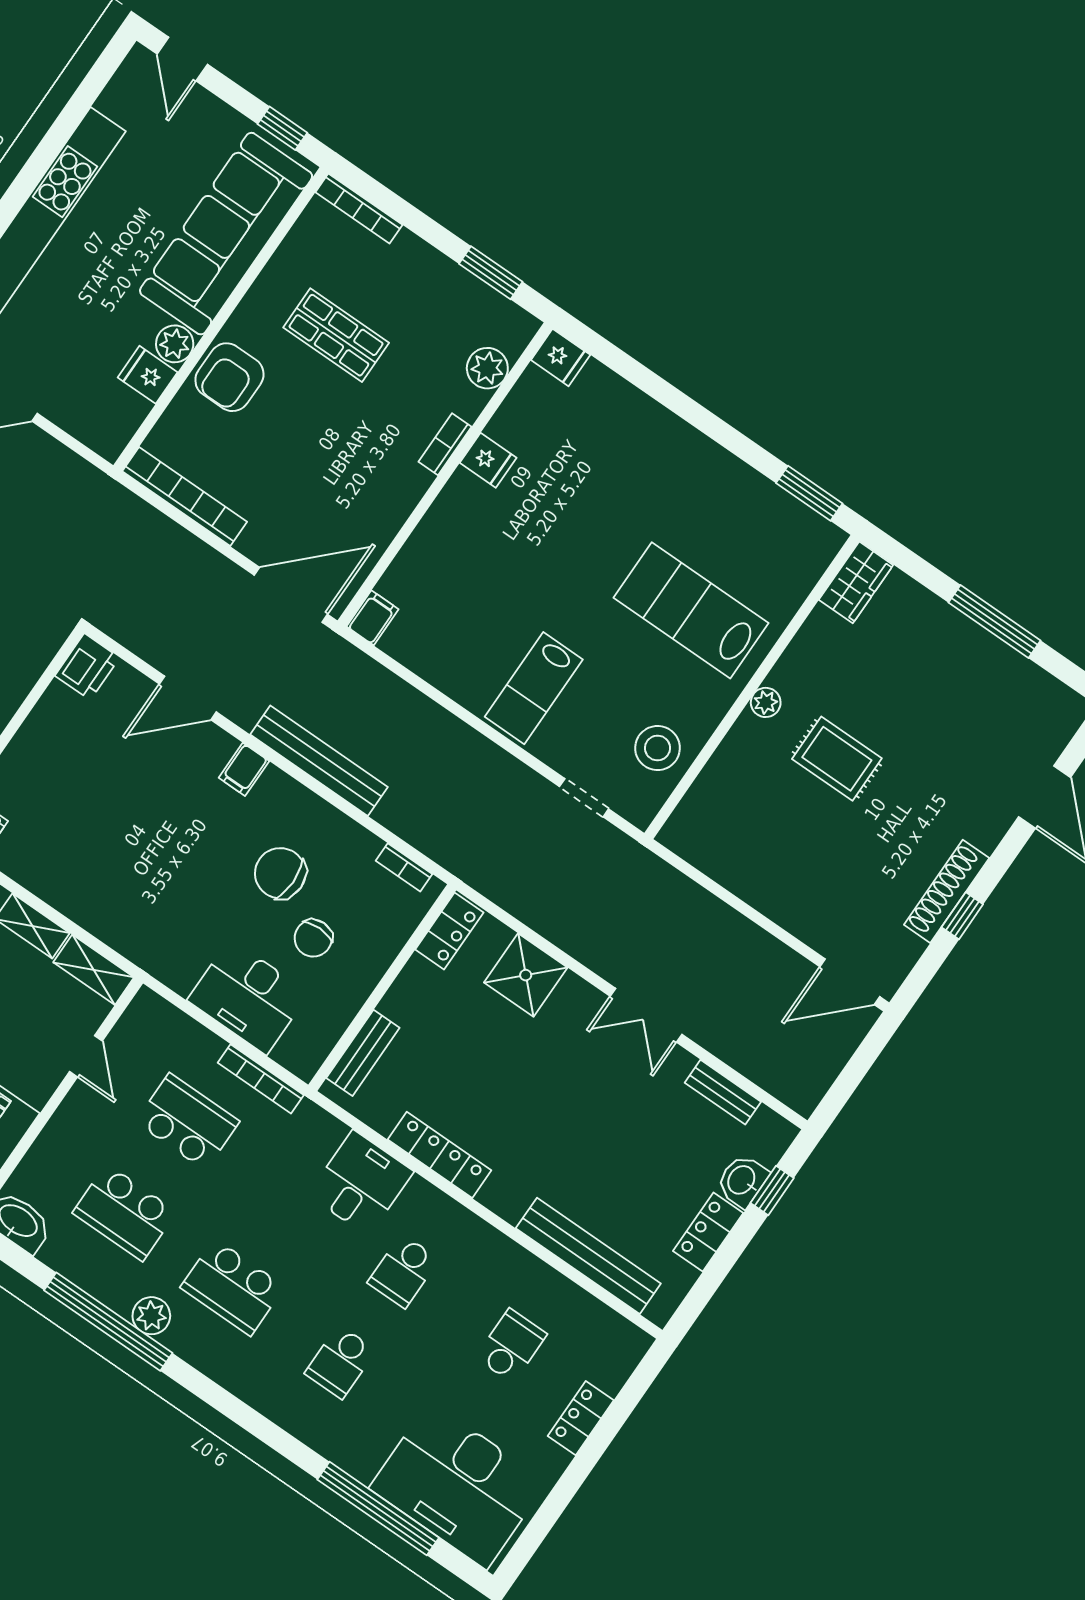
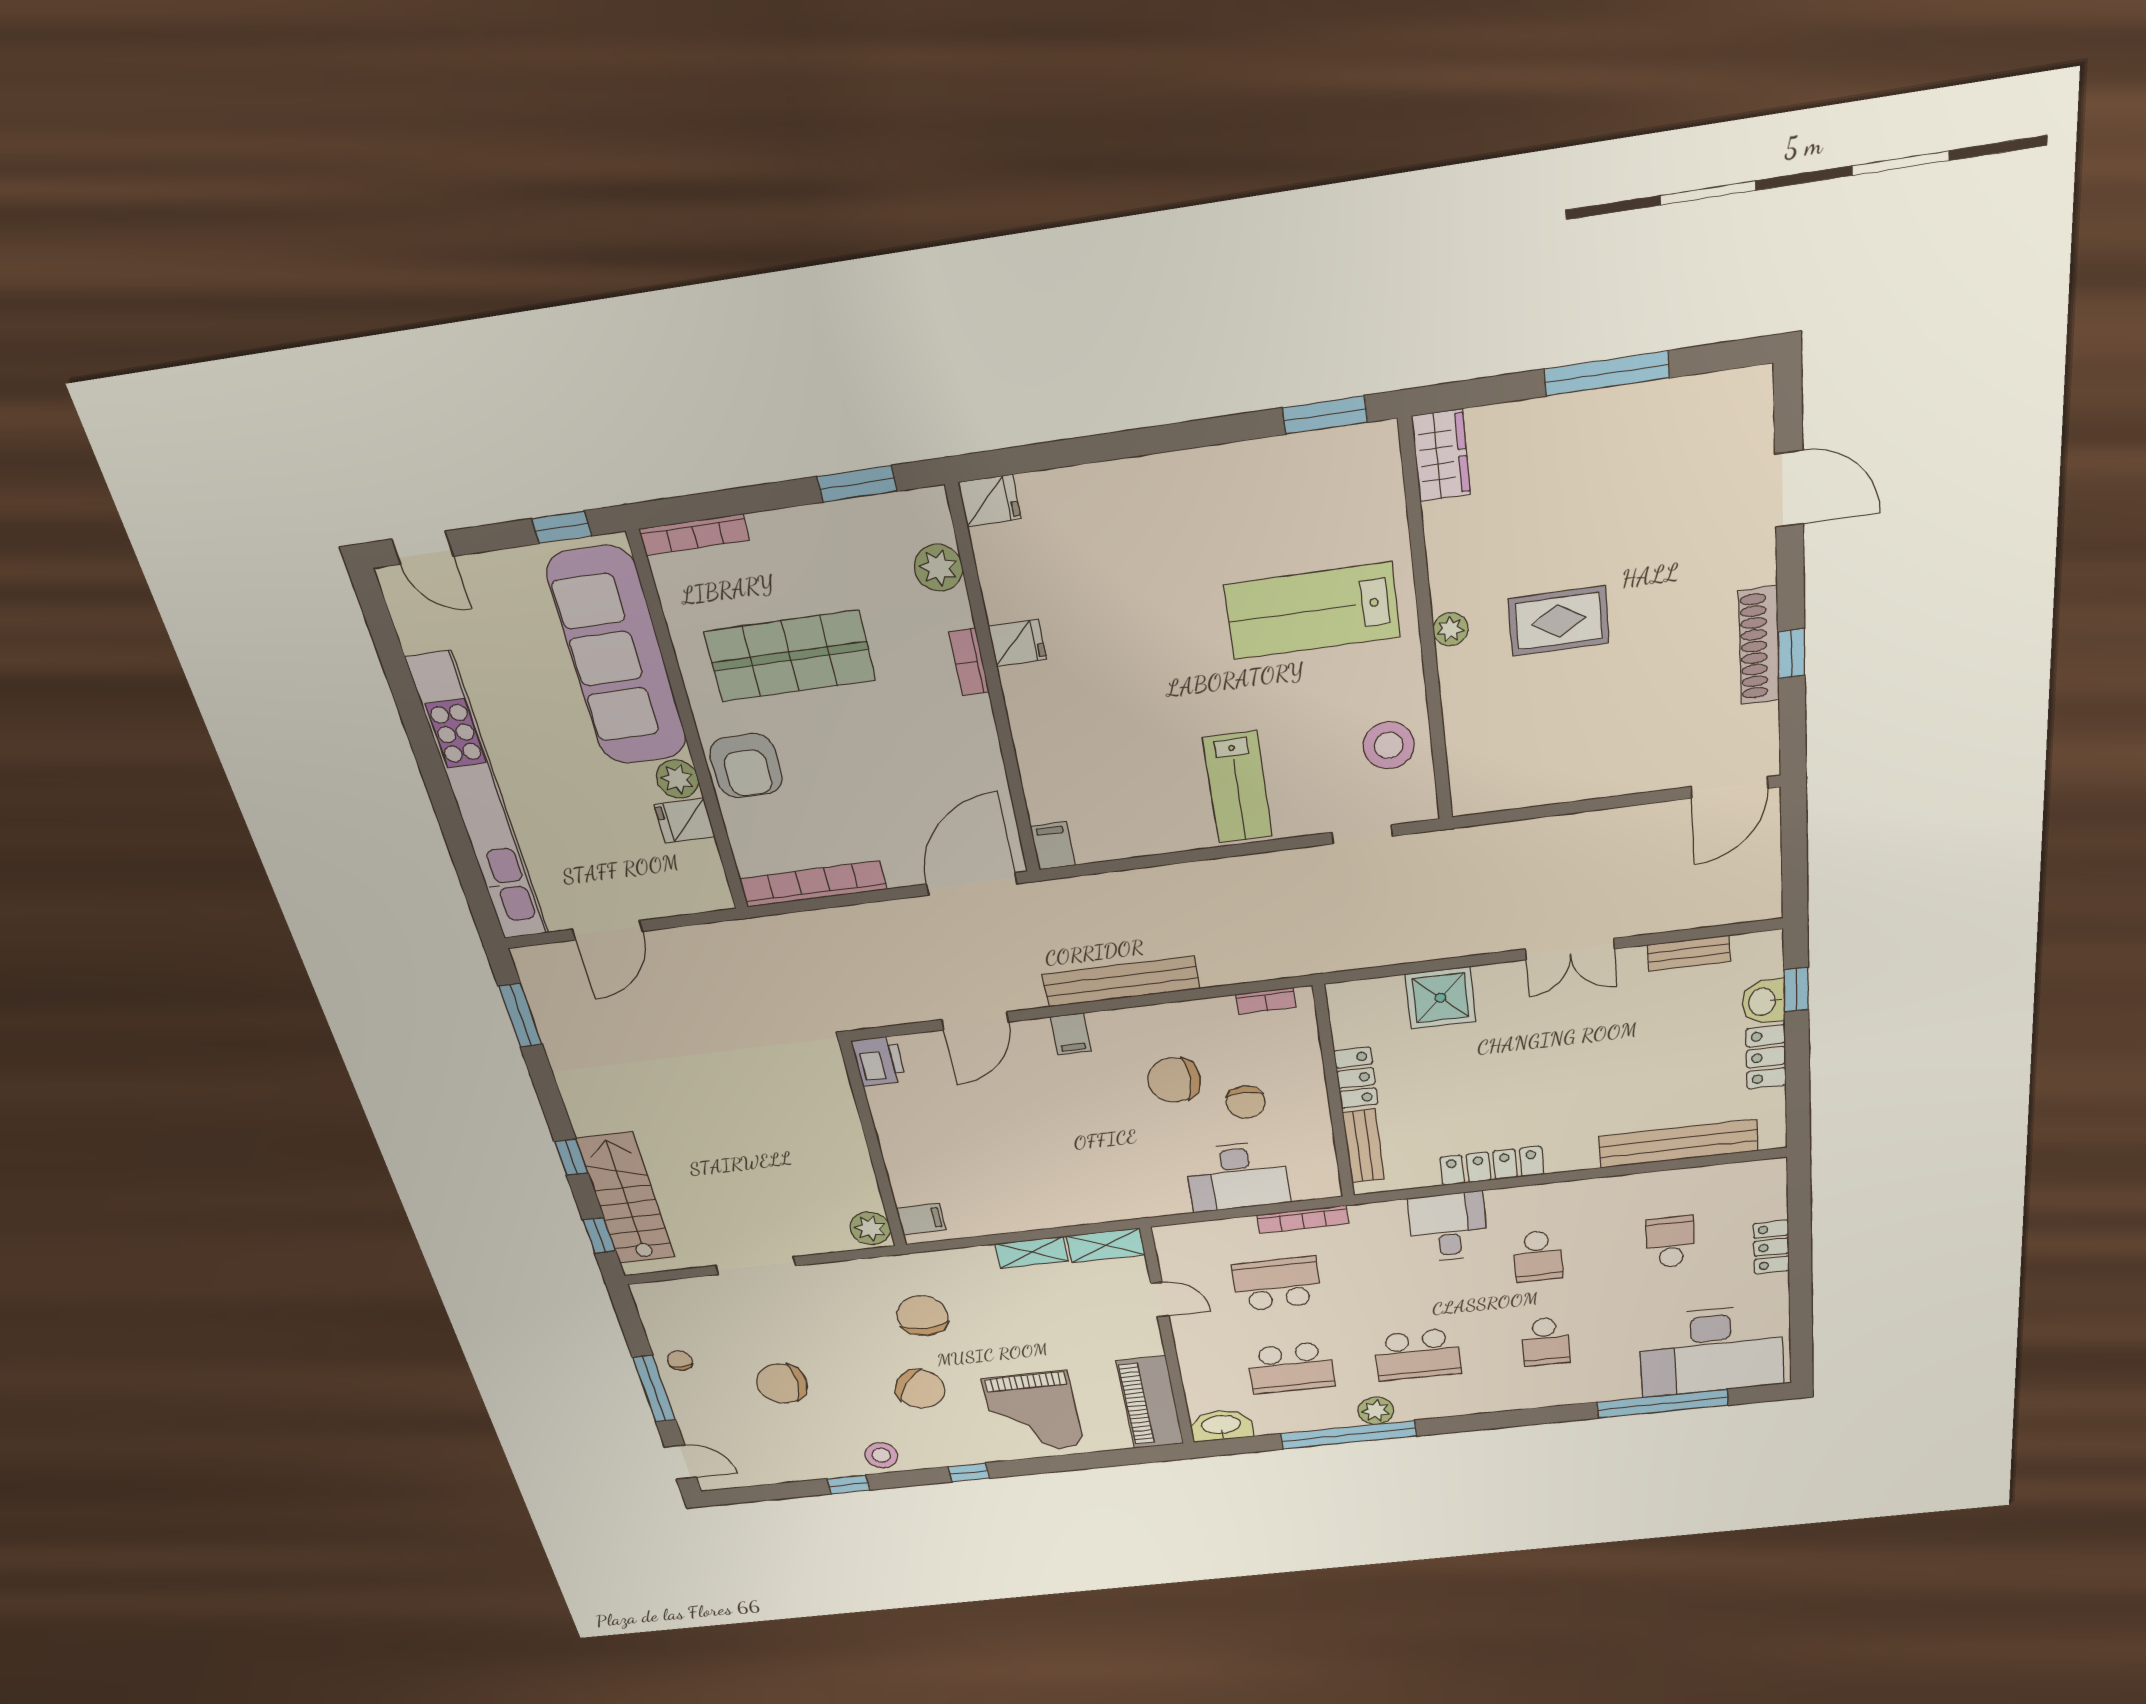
shop shelf: (336, 335) -> (790, 656), width x1.43, depth x1.36
locker: (449, 931) -> (1356, 1078), moved

